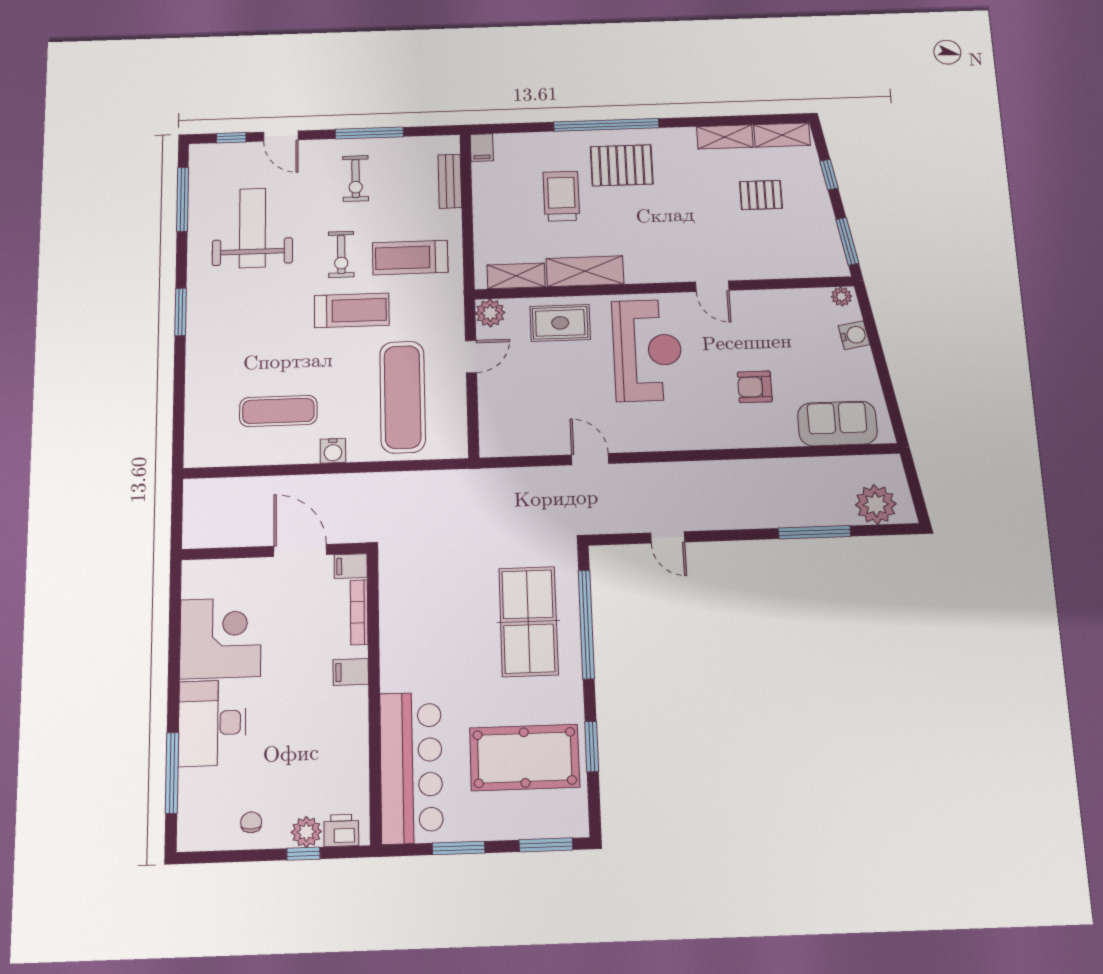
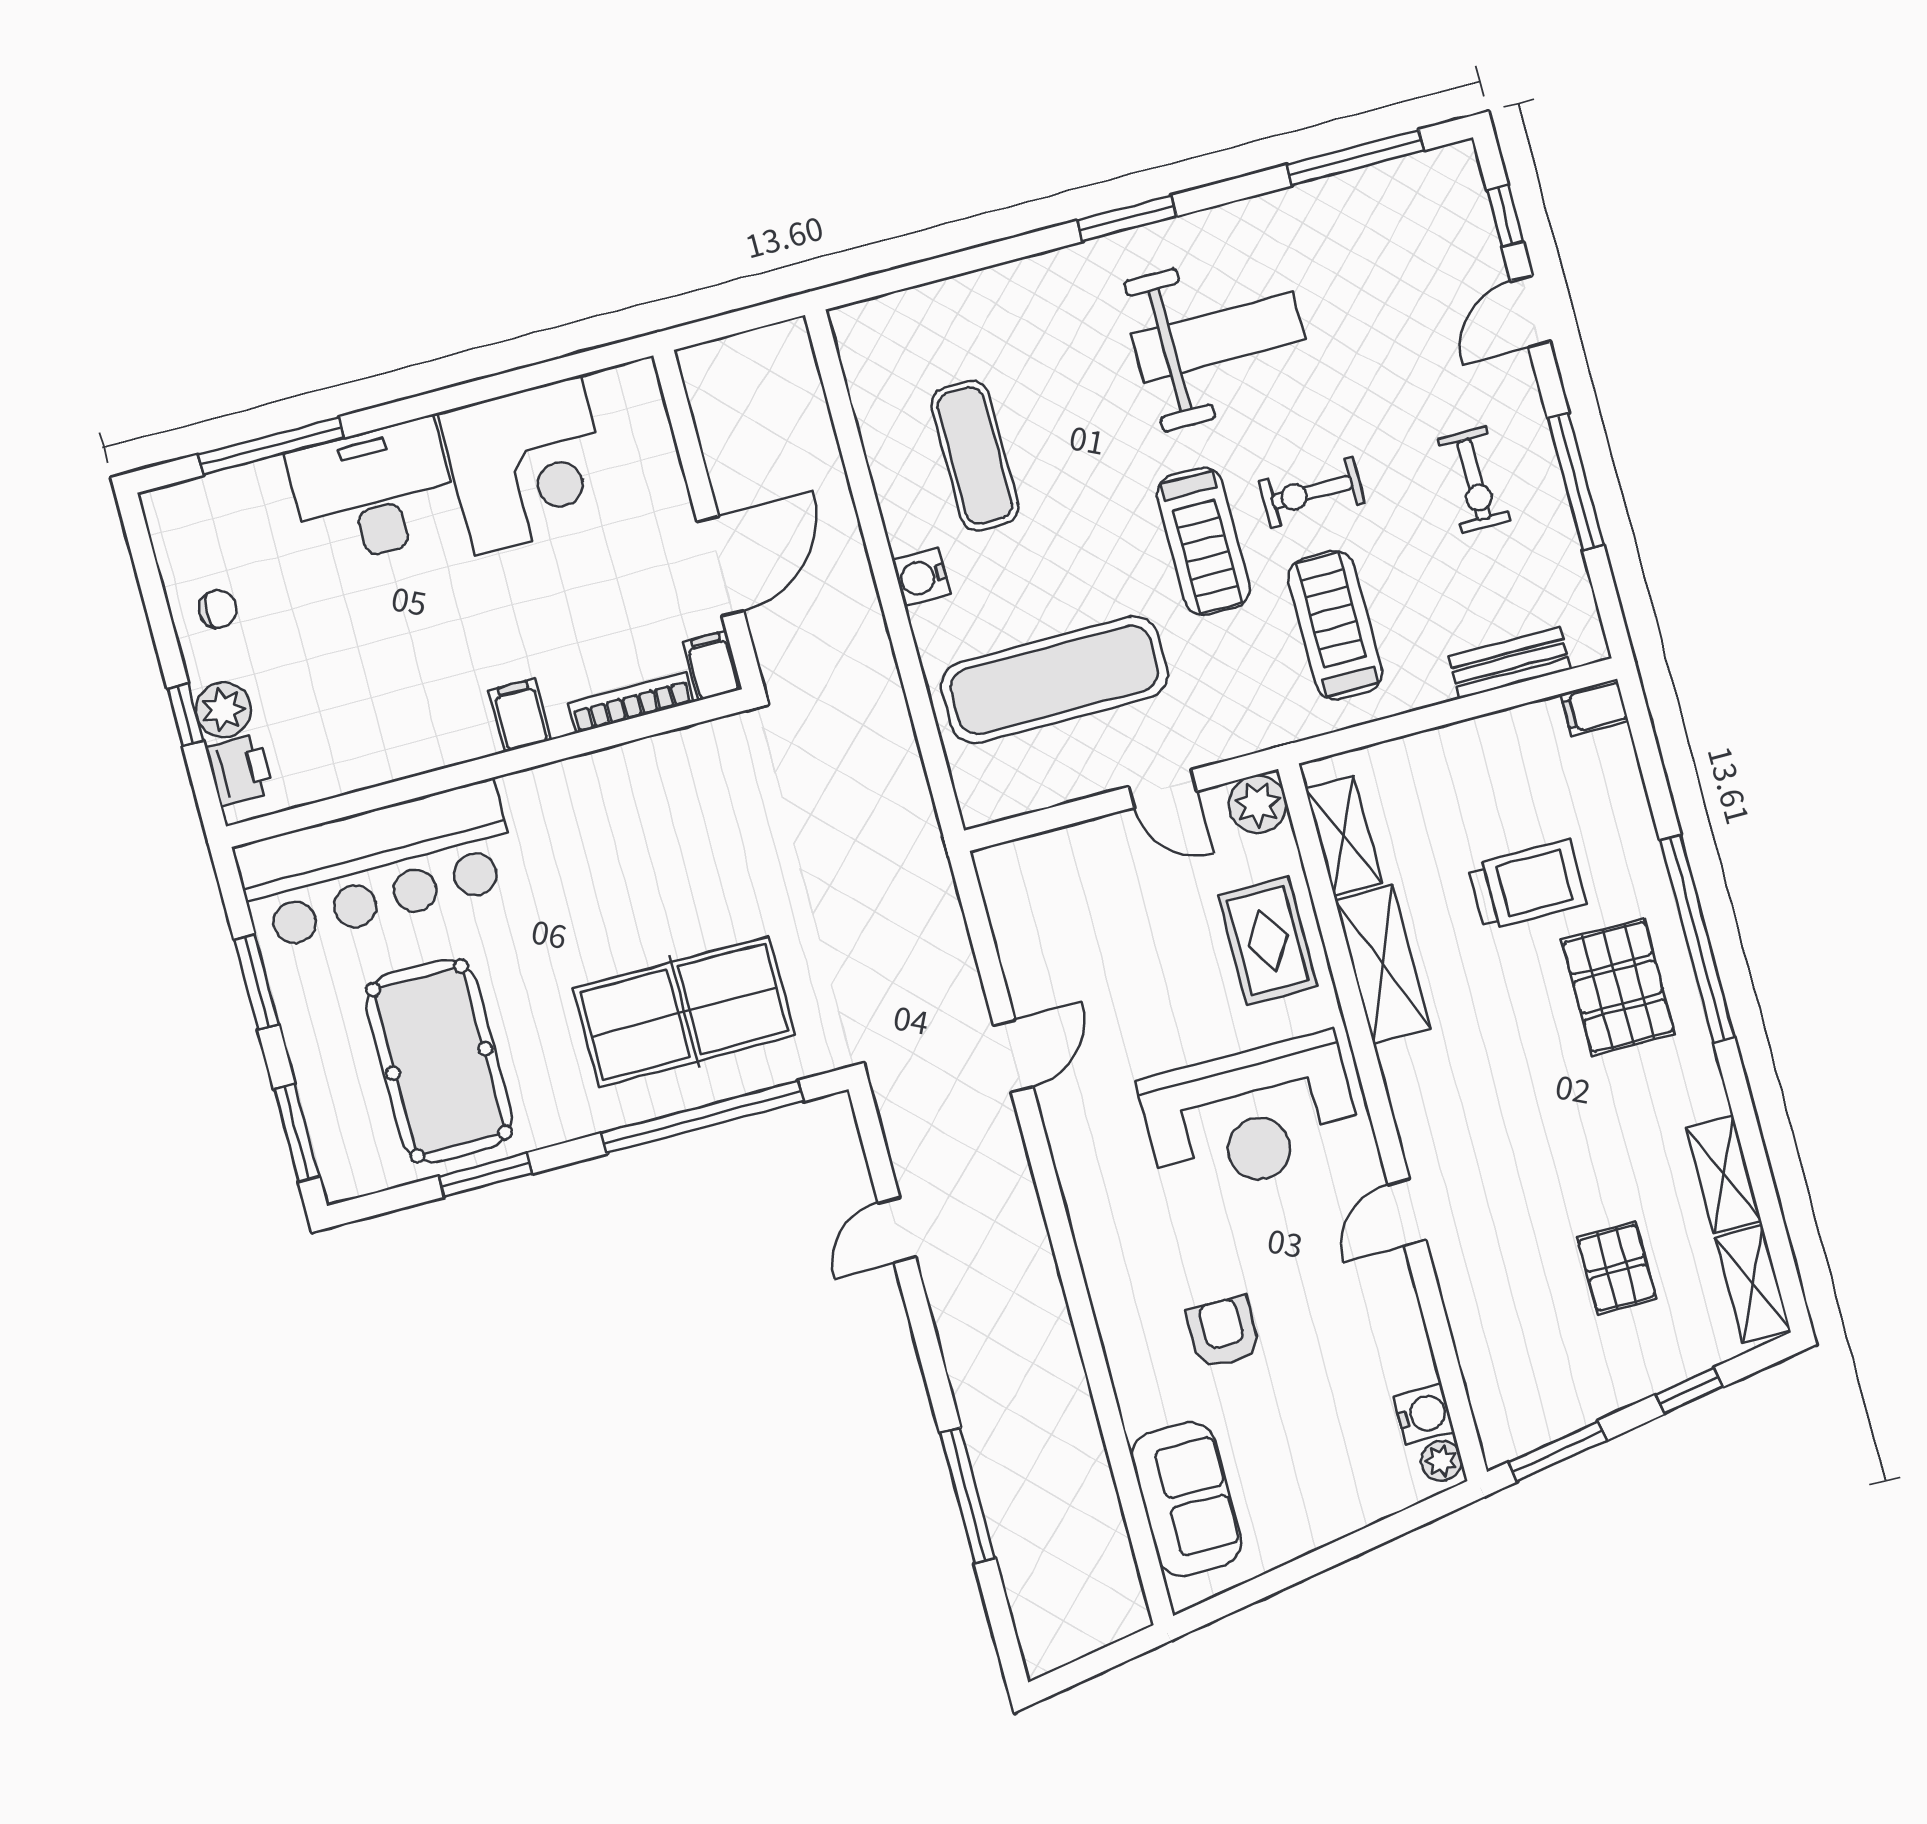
exercise bike: (356, 179) -> (1474, 480), turned -90
weight bench: (253, 228) -> (1218, 337), moved
water cooler: (854, 335) -> (1424, 1414), moved, turned -80
plant: (876, 504) -> (1046, 1598), removed

